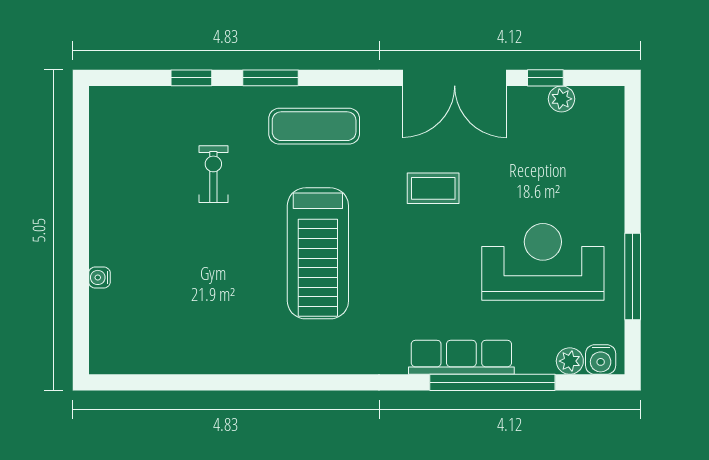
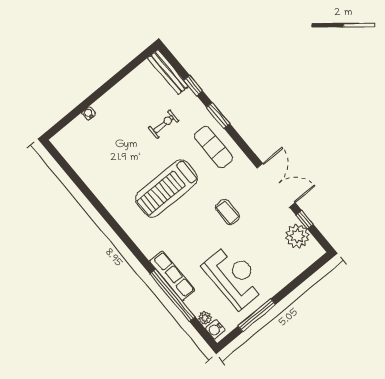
double door: (455, 78) -> (276, 185), swing flipped
plant: (562, 99) -> (297, 236), width x1.87, depth x1.87
bench: (138, 100) -> (168, 72), added

